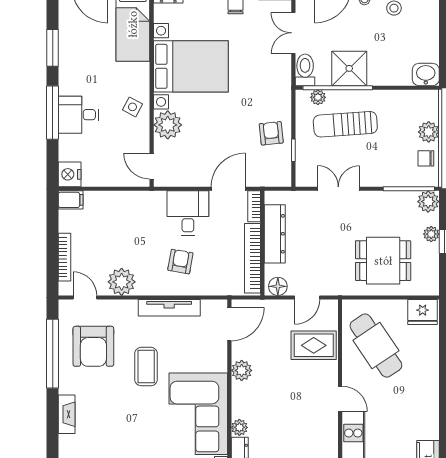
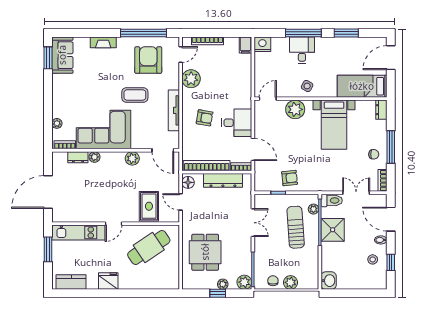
bed with nightstands: (191, 66) -> (334, 125), width x0.73
fridge: (423, 312) -> (108, 281), moved, turned 90
armchair: (93, 346) -> (148, 60), turned 90

